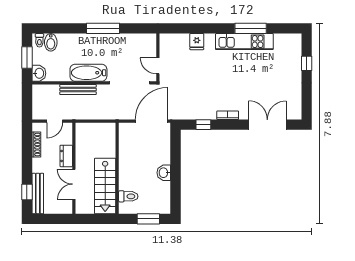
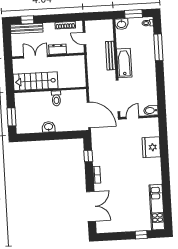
window: (103, 28) -> (158, 47), moved
window: (251, 28) -> (166, 189), removed
bidet: (51, 42) -> (151, 110), moved
fridge: (197, 42) -> (151, 147), width x1.88, depth x1.34
kitchen unit: (244, 42) -> (157, 207), moved
toilet: (128, 196) -> (56, 98), moved

